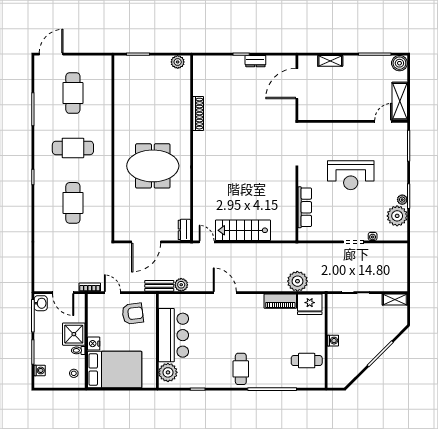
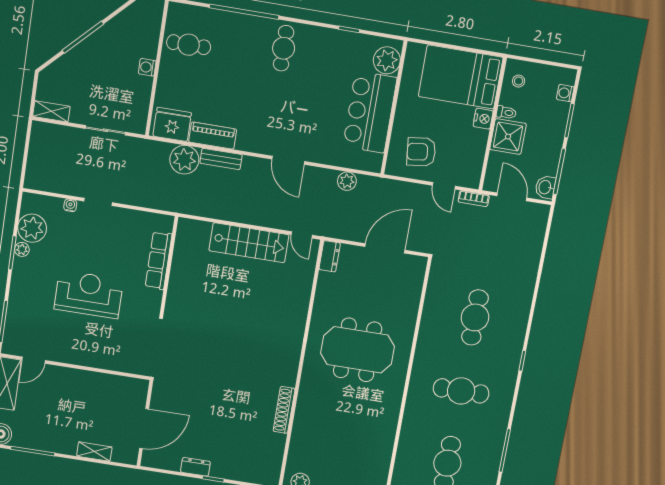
bench: (159, 286) -> (221, 159), moved

